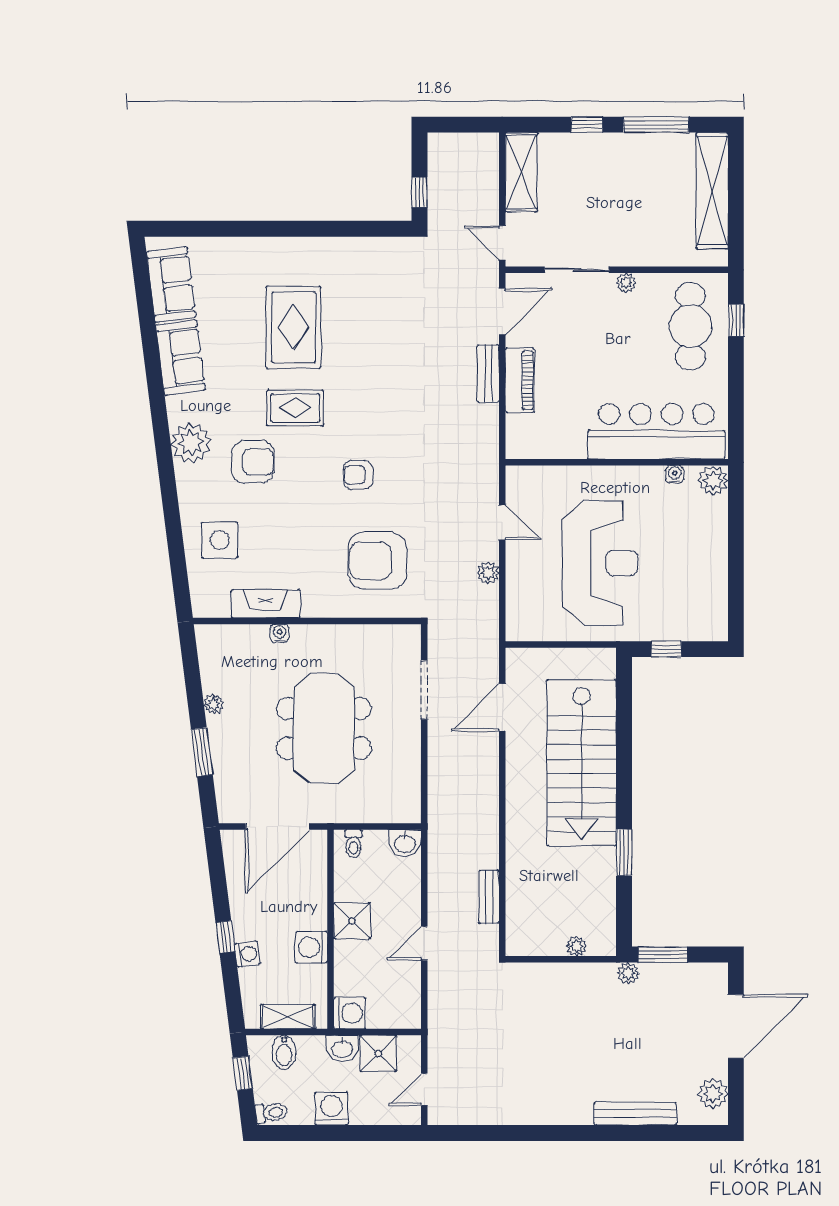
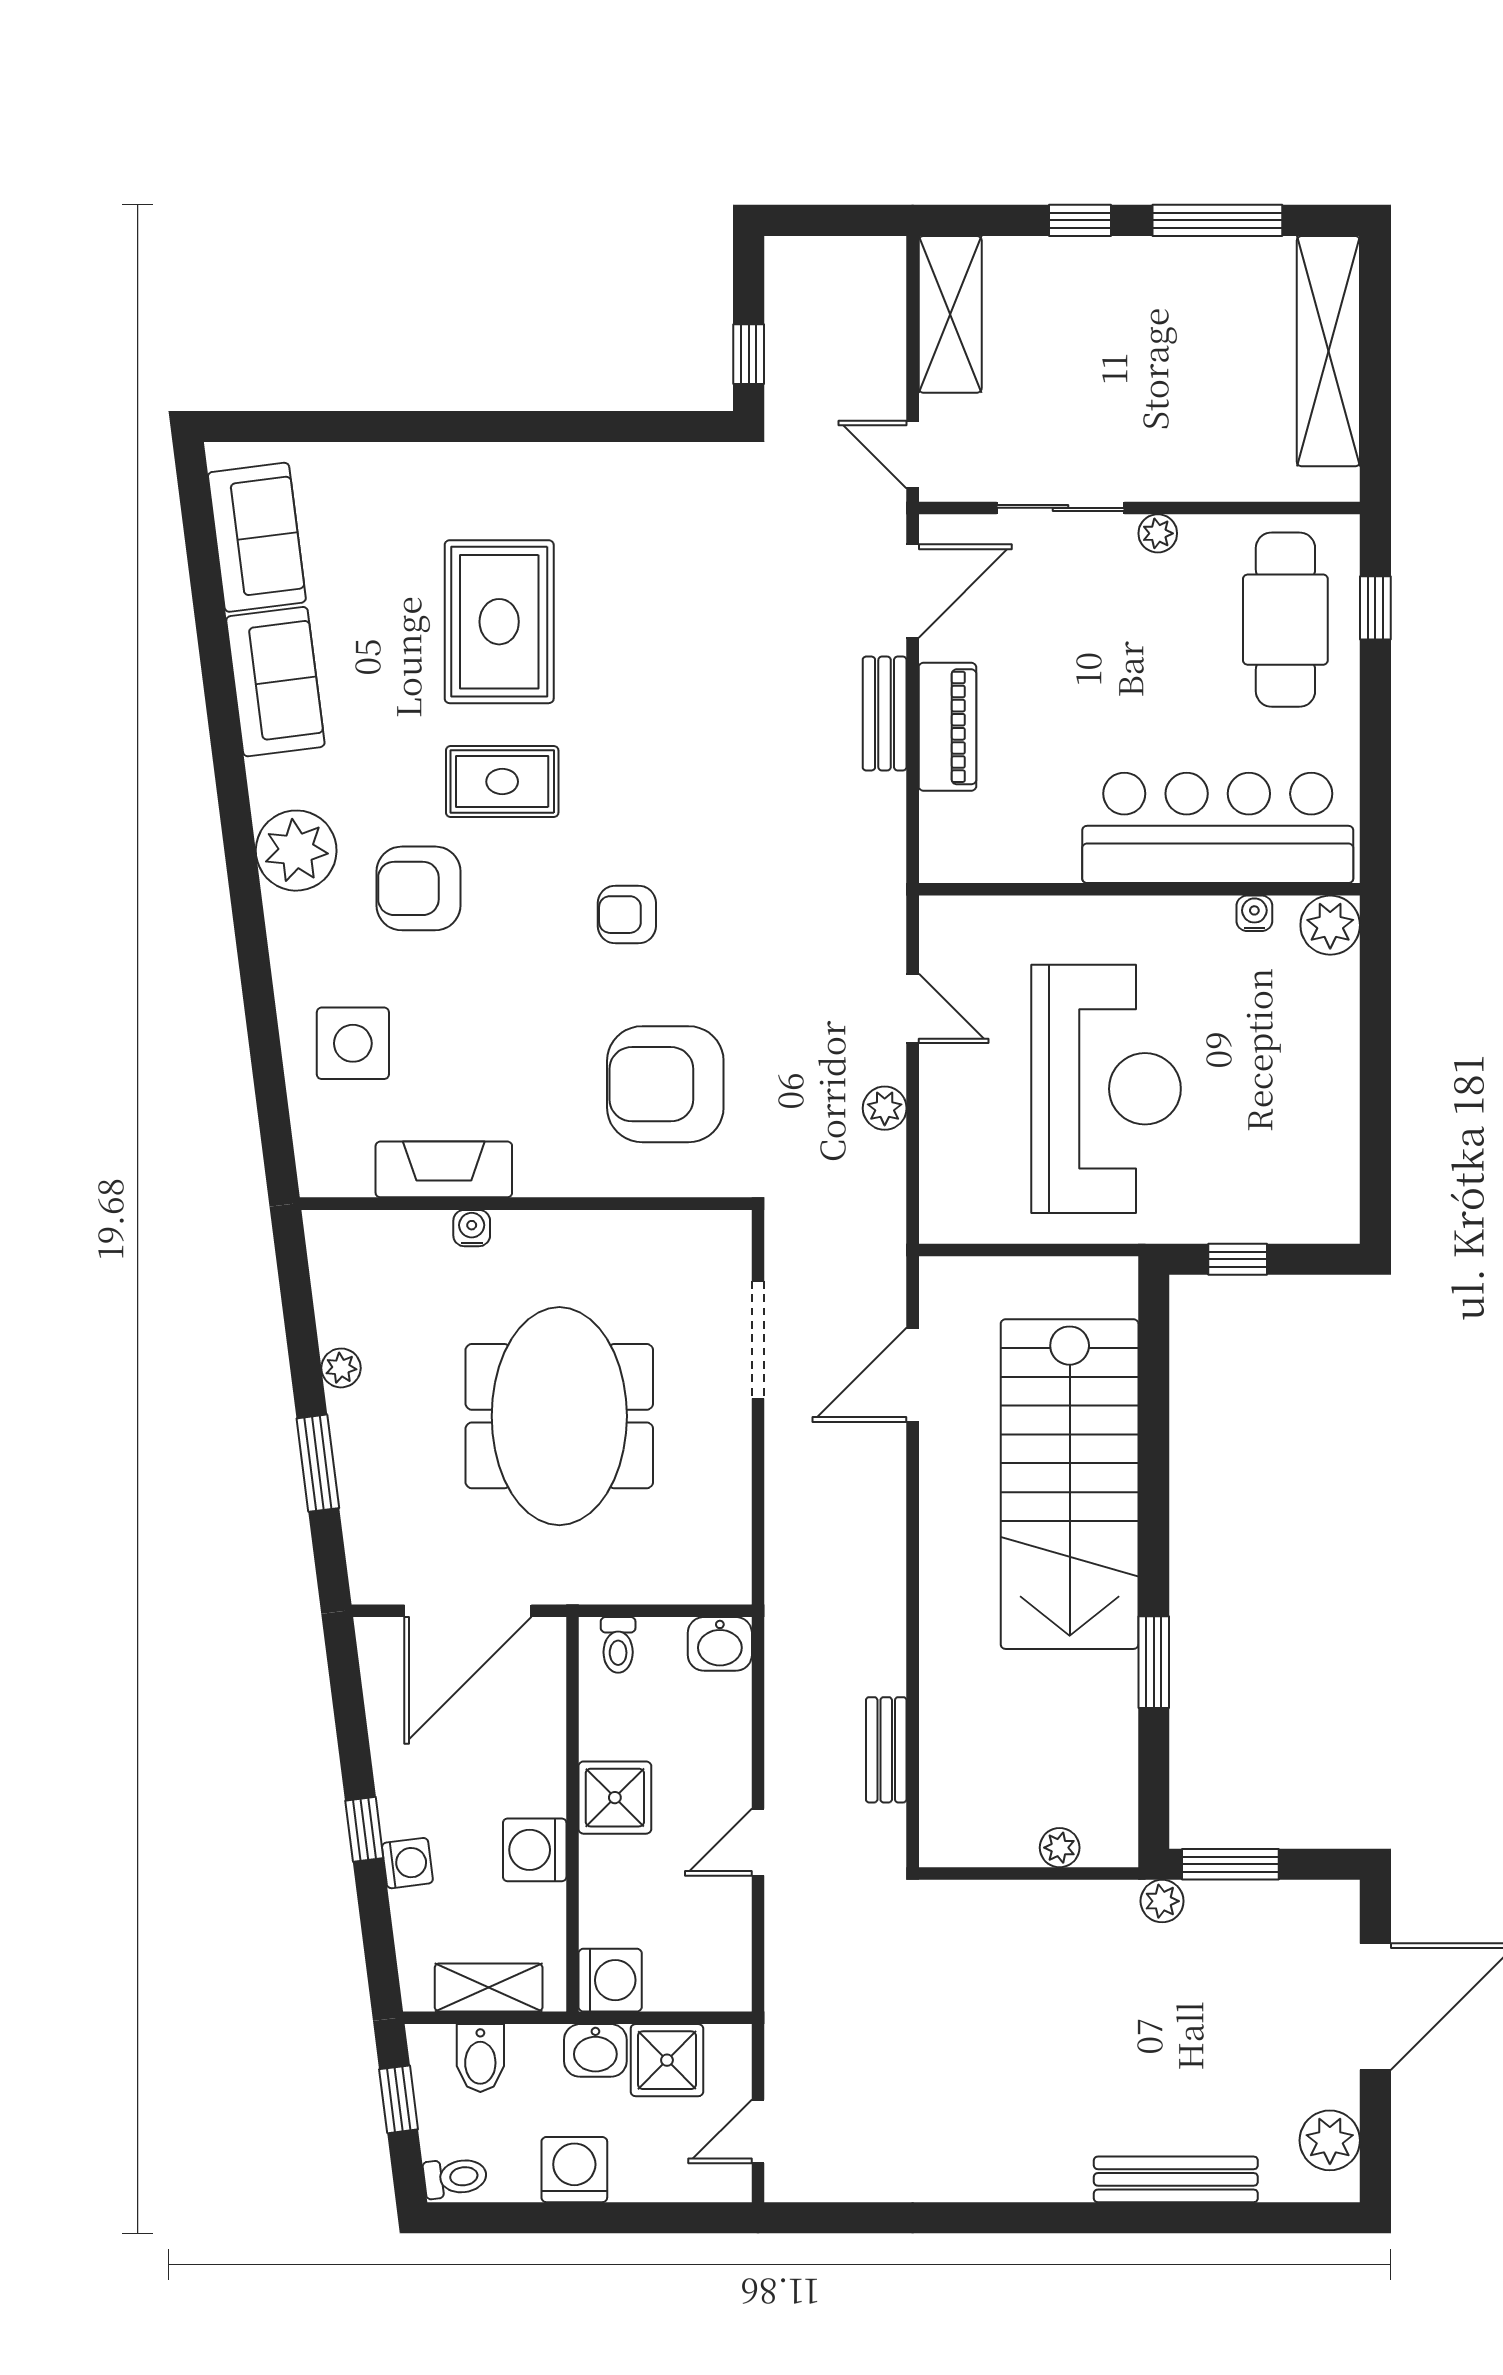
armchair: (253, 462) -> (419, 888), turned 180

